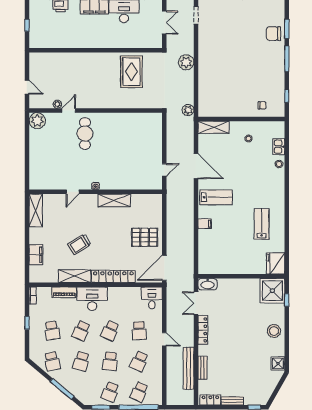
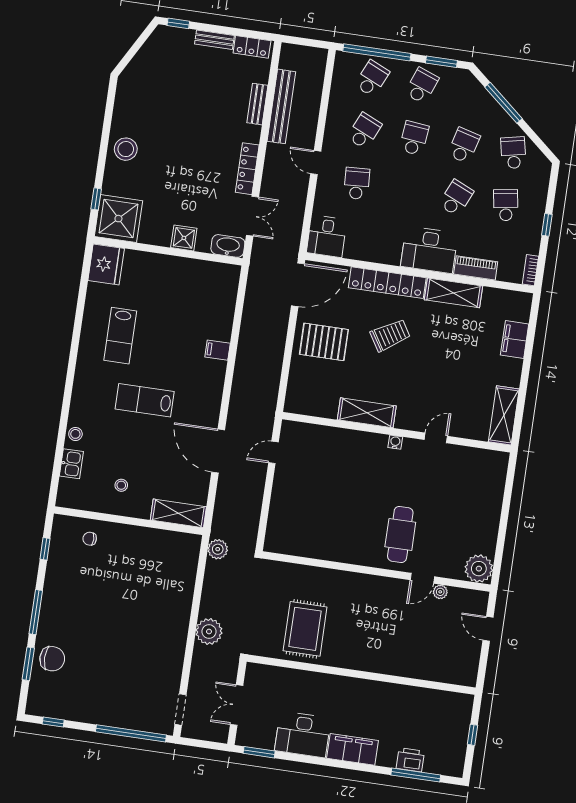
lab bench: (216, 197) -> (145, 400), moved
trolley: (79, 244) -> (390, 335), moved
school desk: (110, 331) -> (406, 191), removed
shower: (278, 363) -> (184, 238), moved

